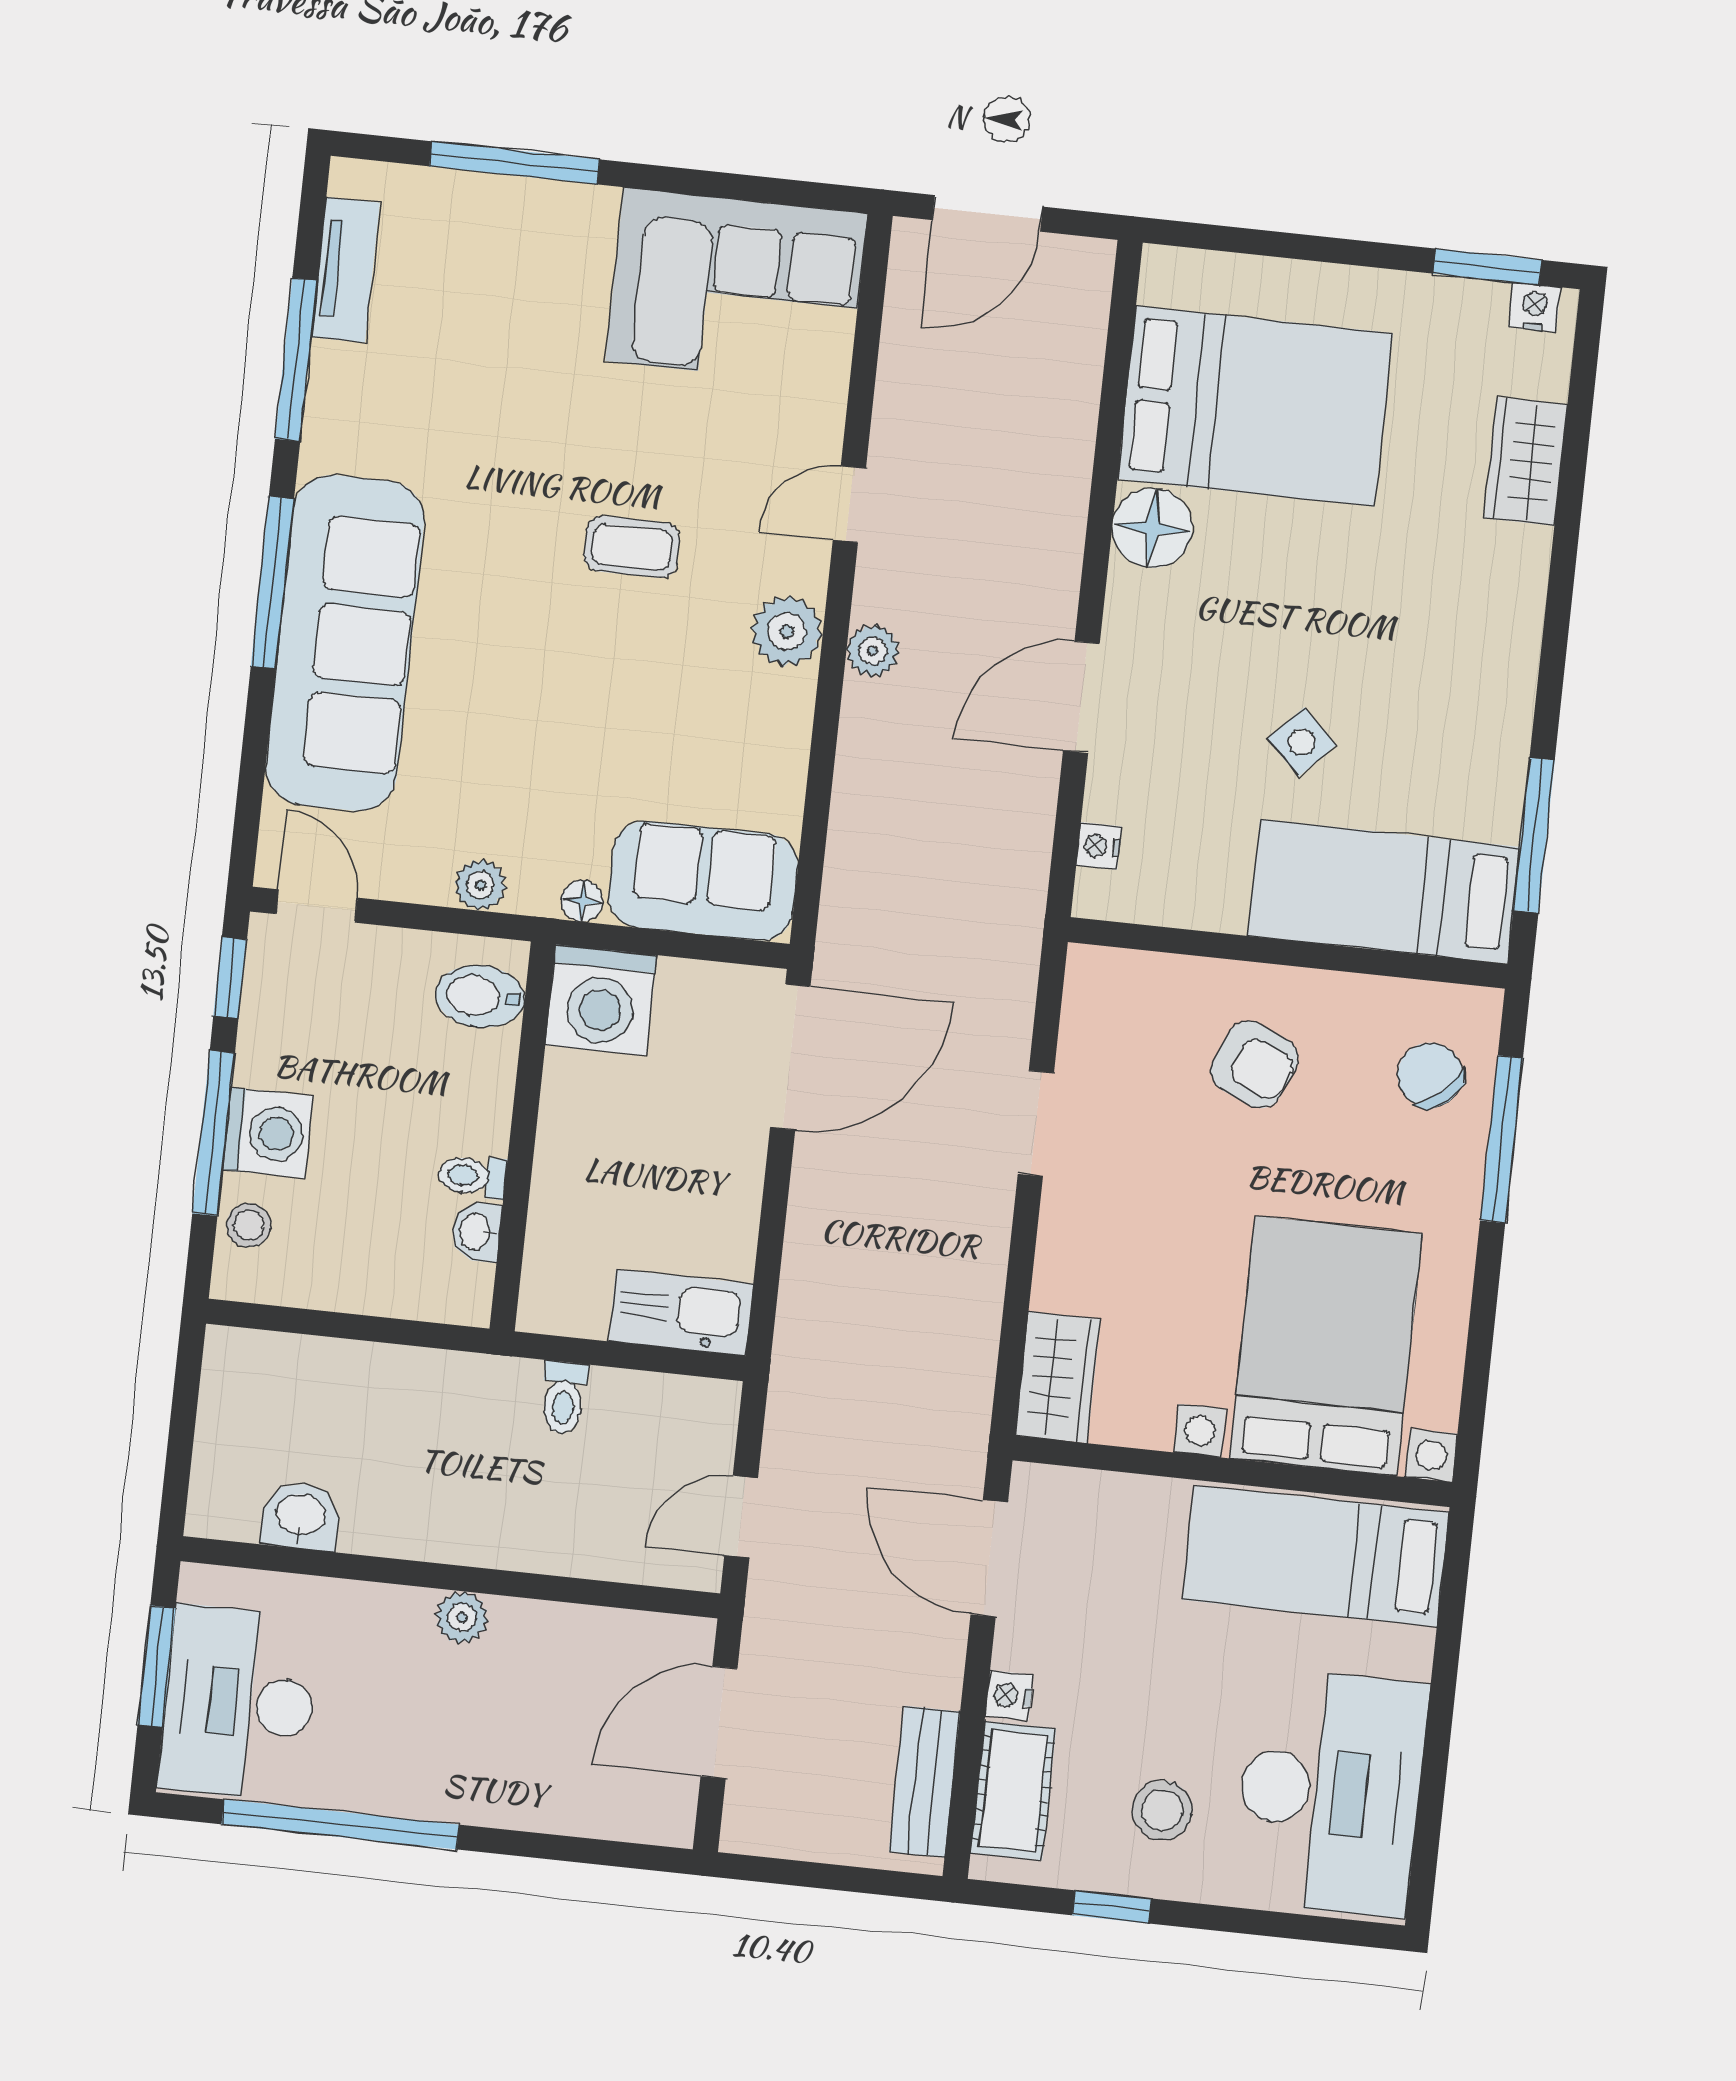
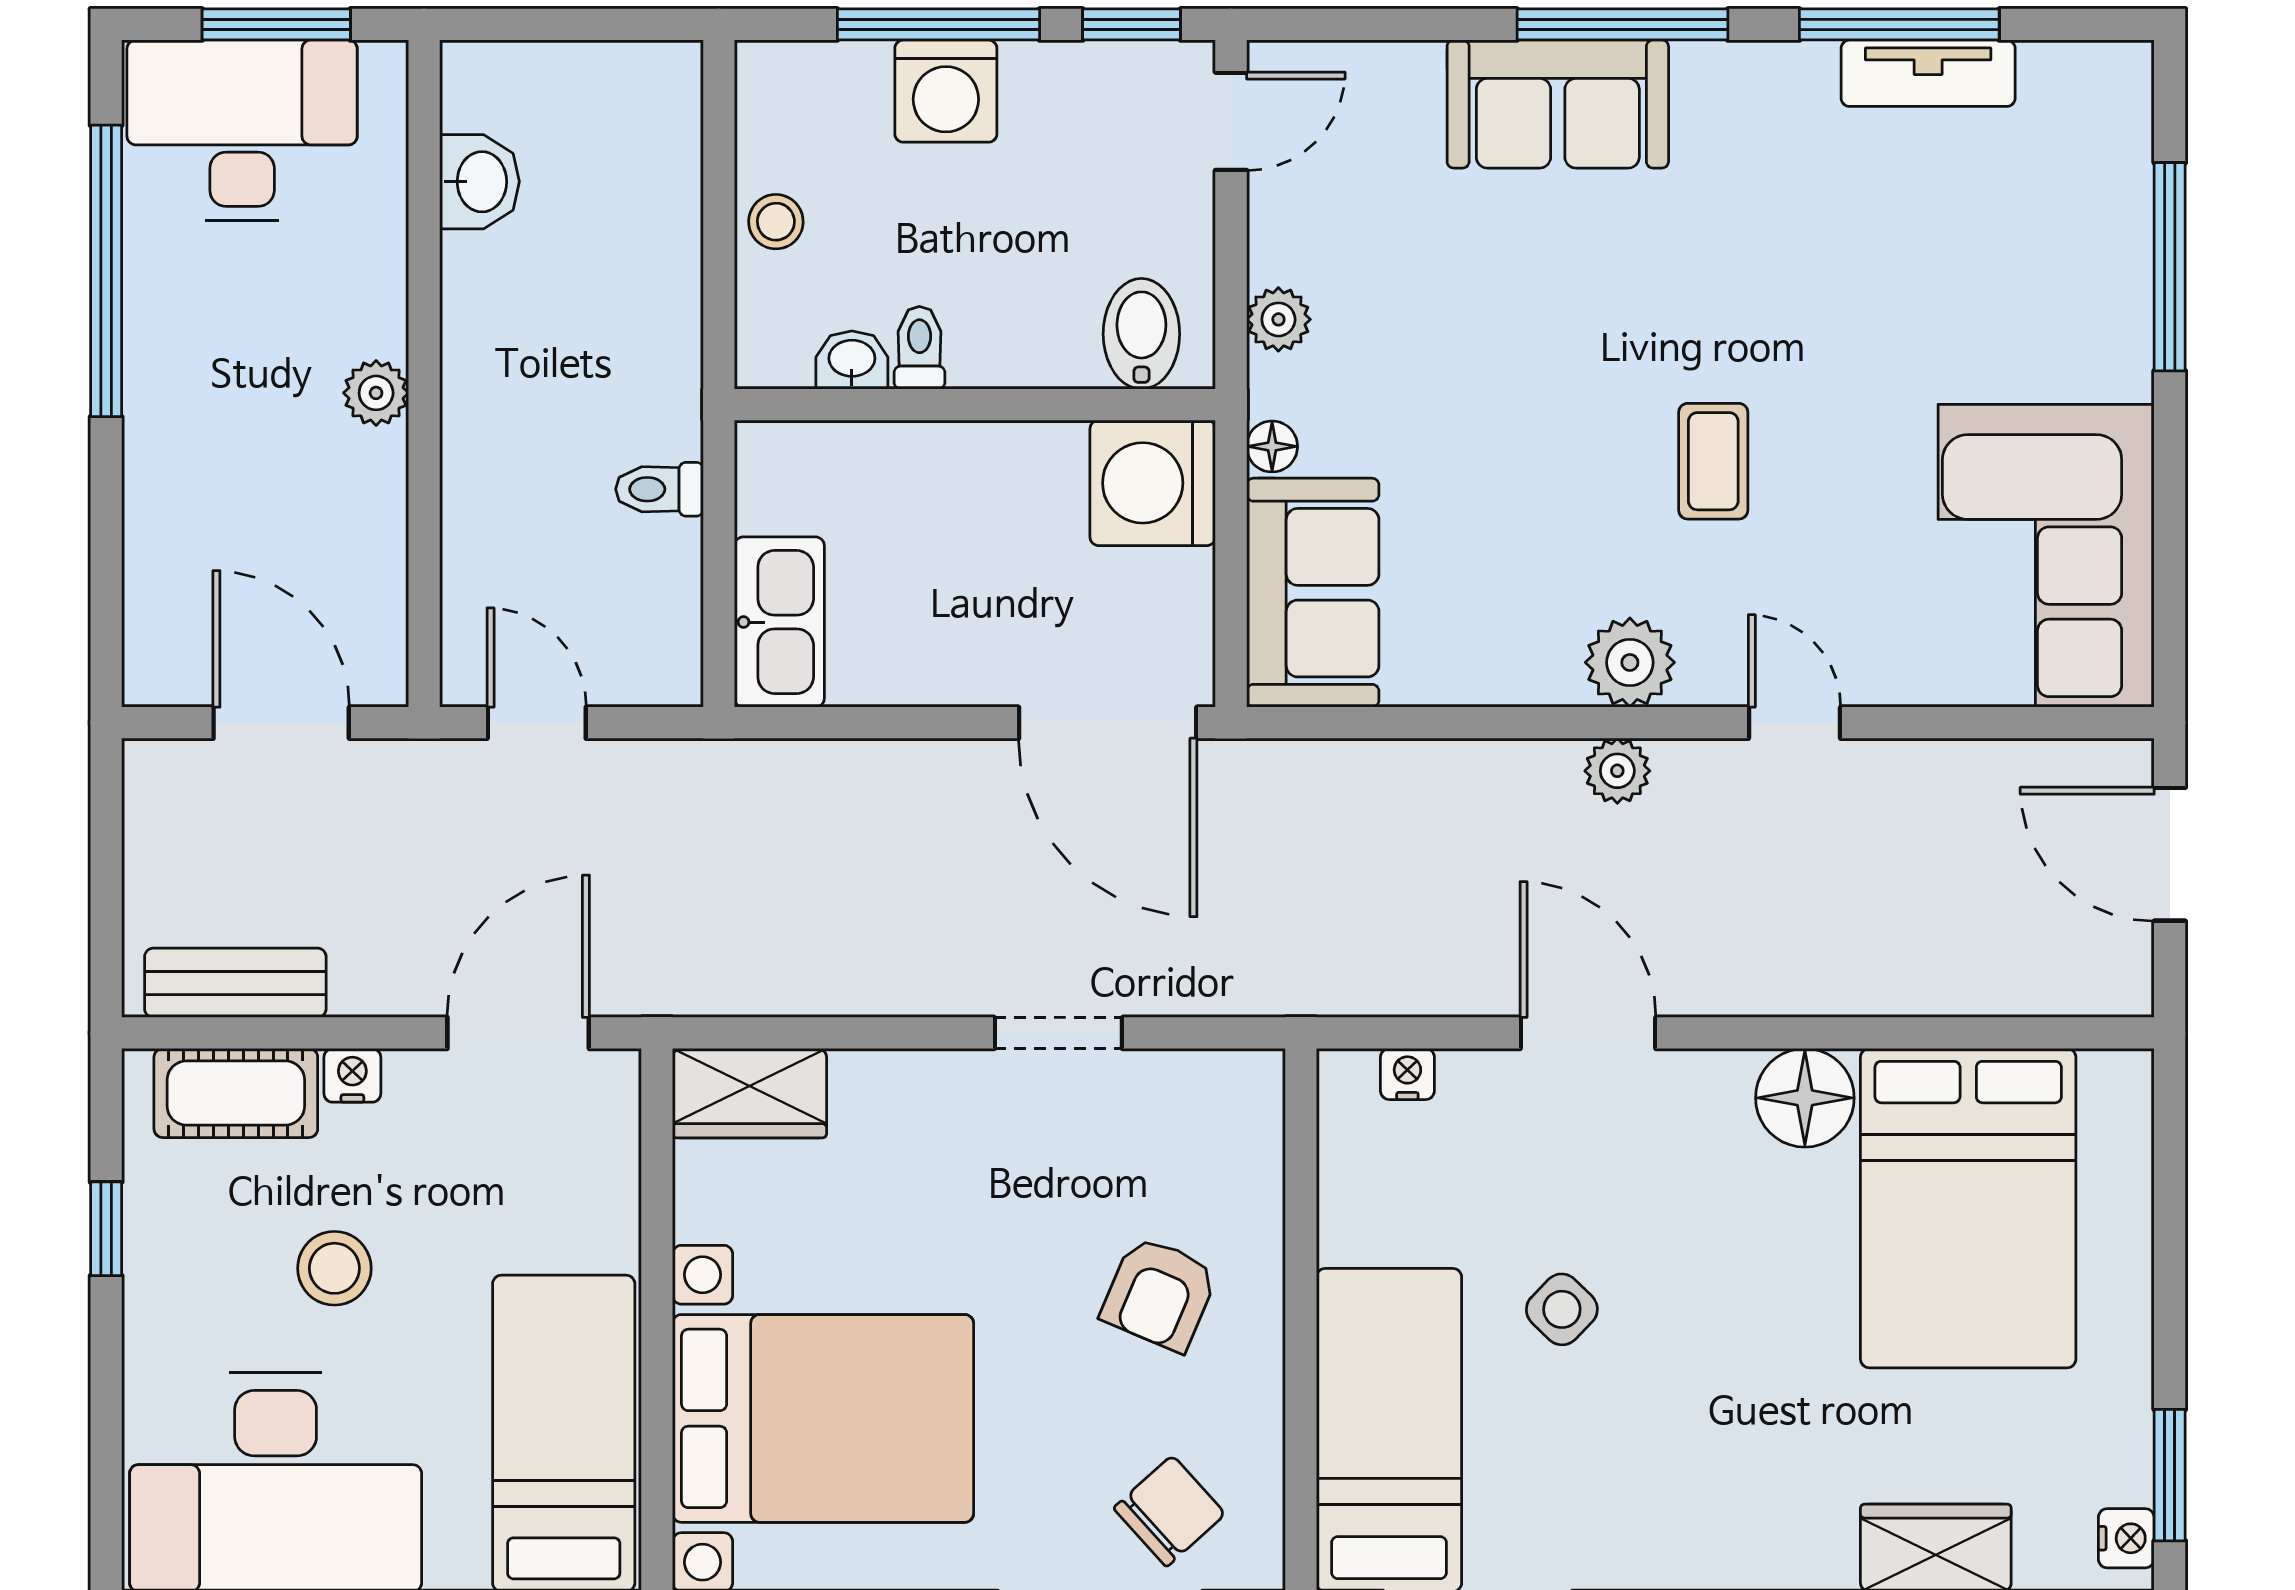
tv unit: (346, 270) -> (1928, 73), moved
sofa: (345, 643) -> (1558, 104), width x0.54, depth x0.79
stool: (249, 1225) -> (776, 222), moved
stool: (1162, 1810) -> (334, 1268), moved

